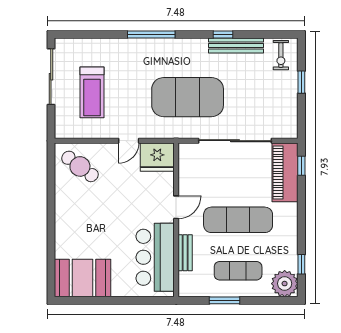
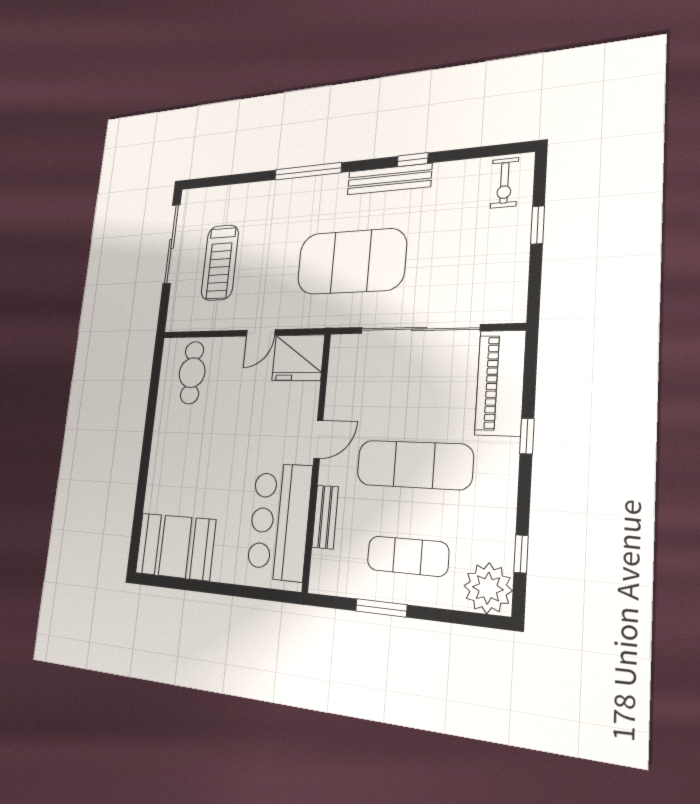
bench: (236, 46) -> (389, 179), moved
cafe table: (80, 166) -> (192, 373), turned 53
window: (301, 166) -> (527, 436), moved

